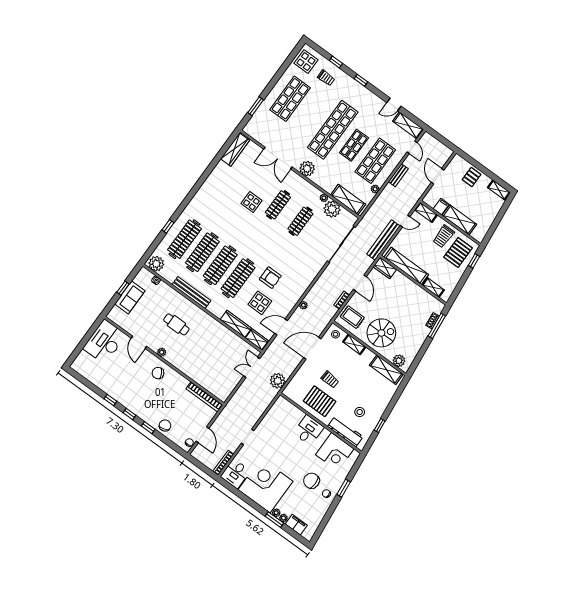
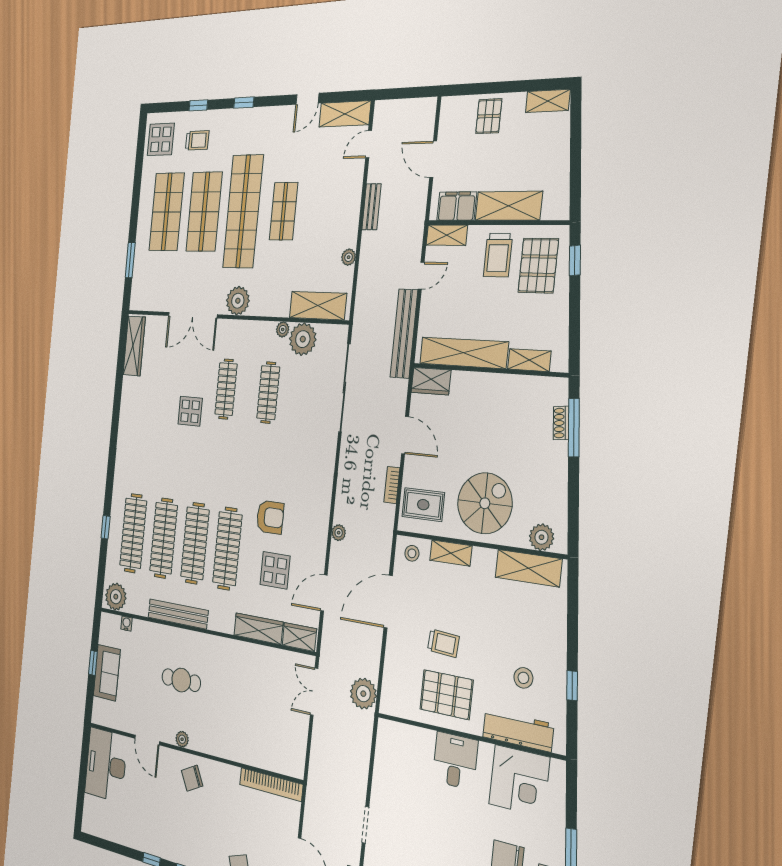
door: (412, 147) -> (369, 144), swing flipped
shop shelf: (375, 161) -> (204, 212), moved
filing cabinet: (441, 206) -> (457, 206), width x2.00

